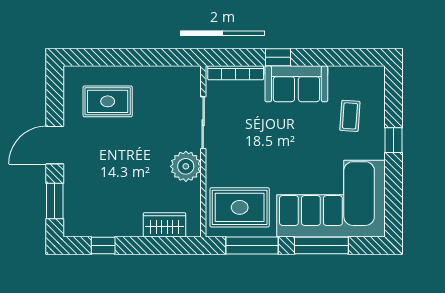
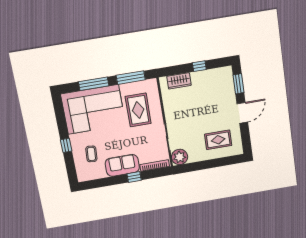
plant: (186, 166) -> (180, 157), moved
rug: (240, 207) -> (138, 110), moved, turned 90
window: (103, 245) -> (199, 66), moved

